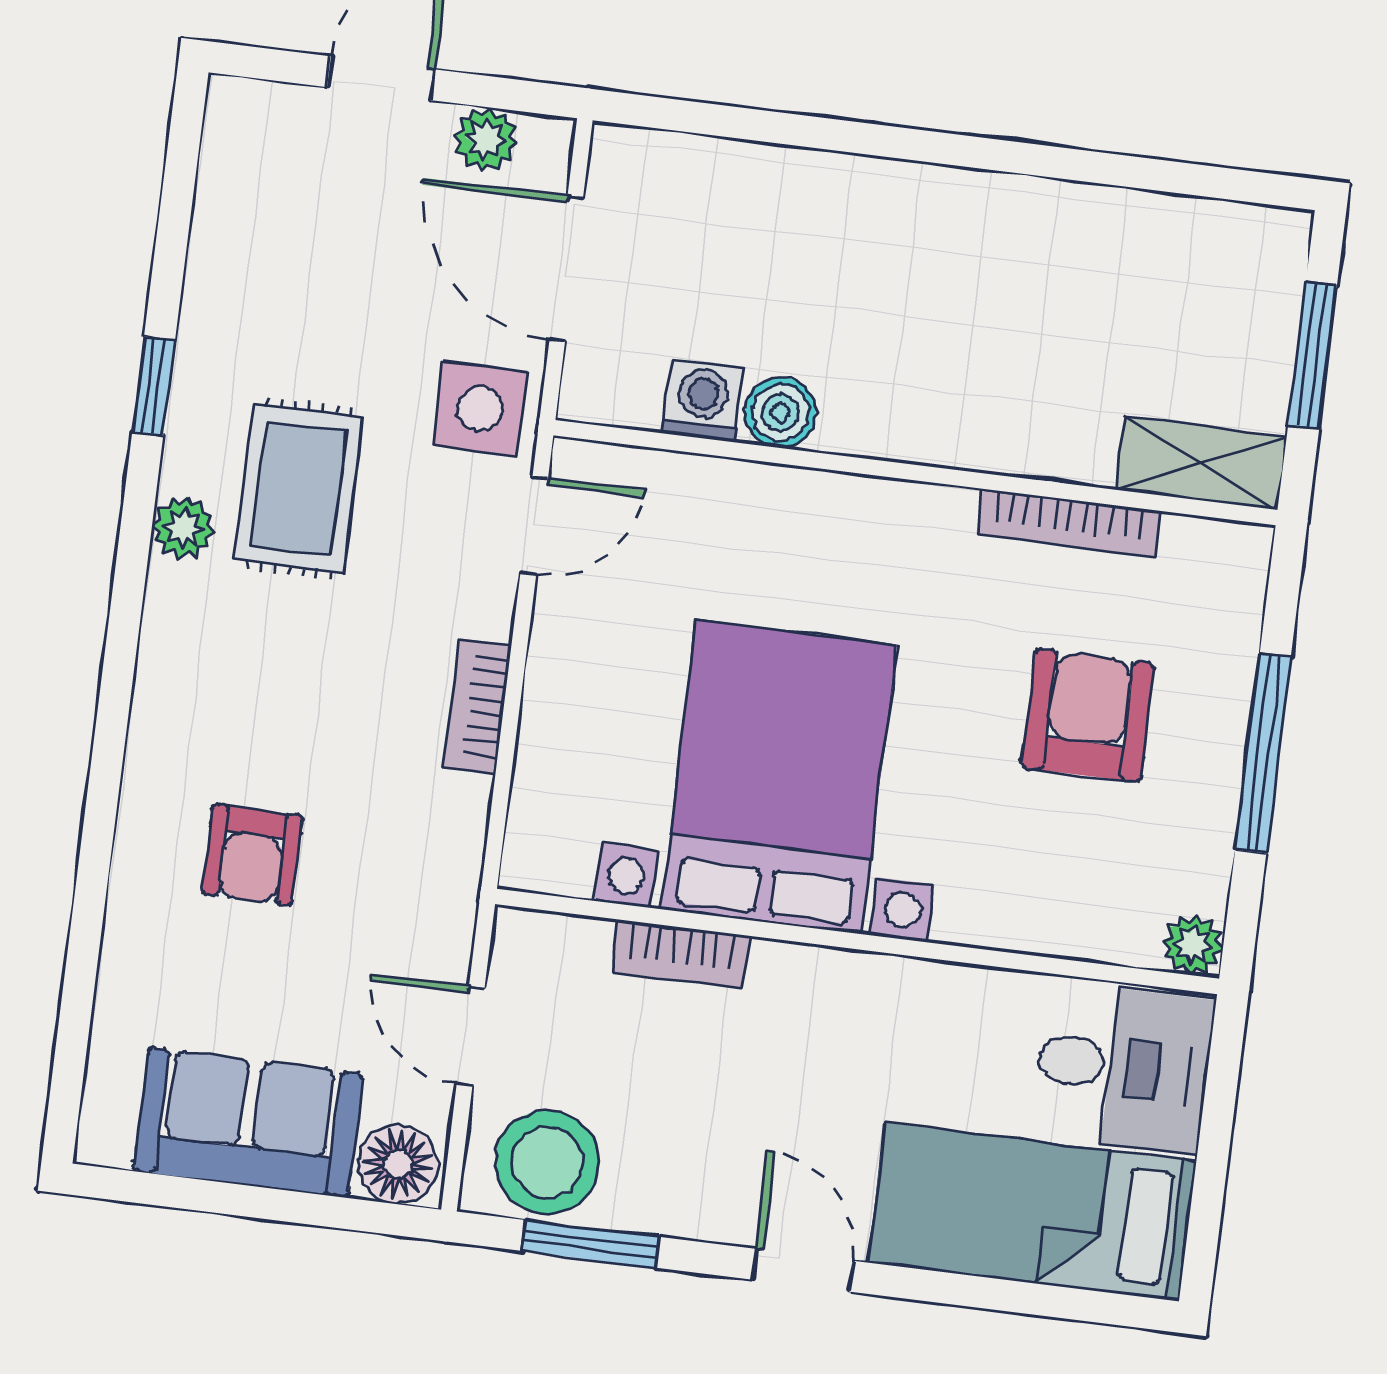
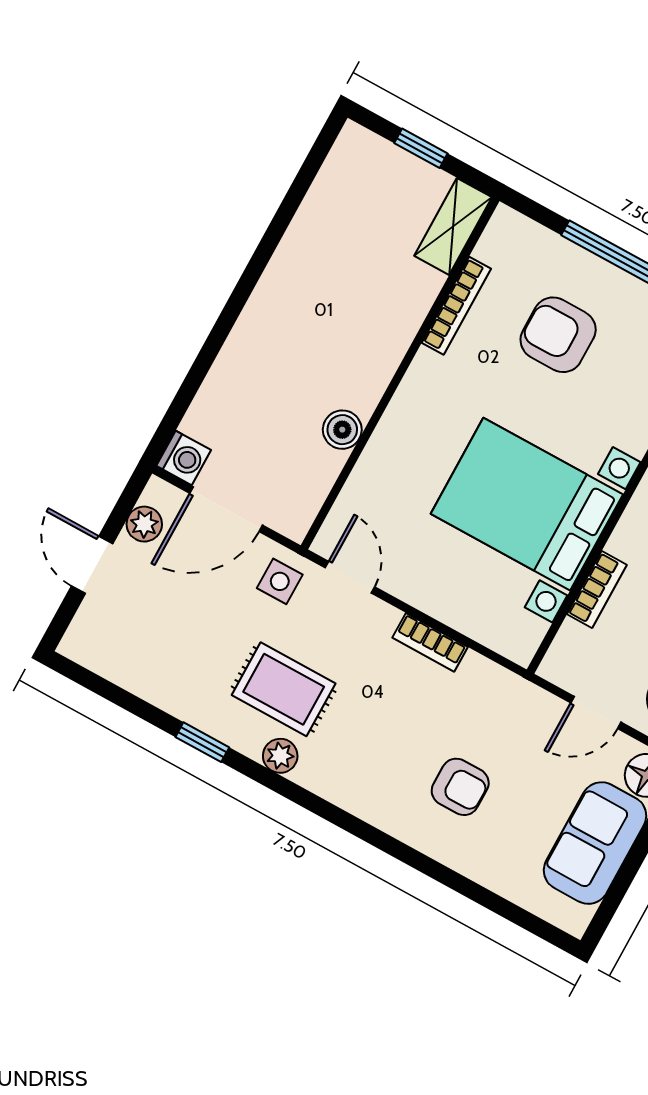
window: (1312, 356) -> (421, 148), width x0.67
washing machine: (703, 401) -> (184, 458), moved, turned 180
side table: (480, 409) -> (280, 581), width x0.73, depth x0.73

